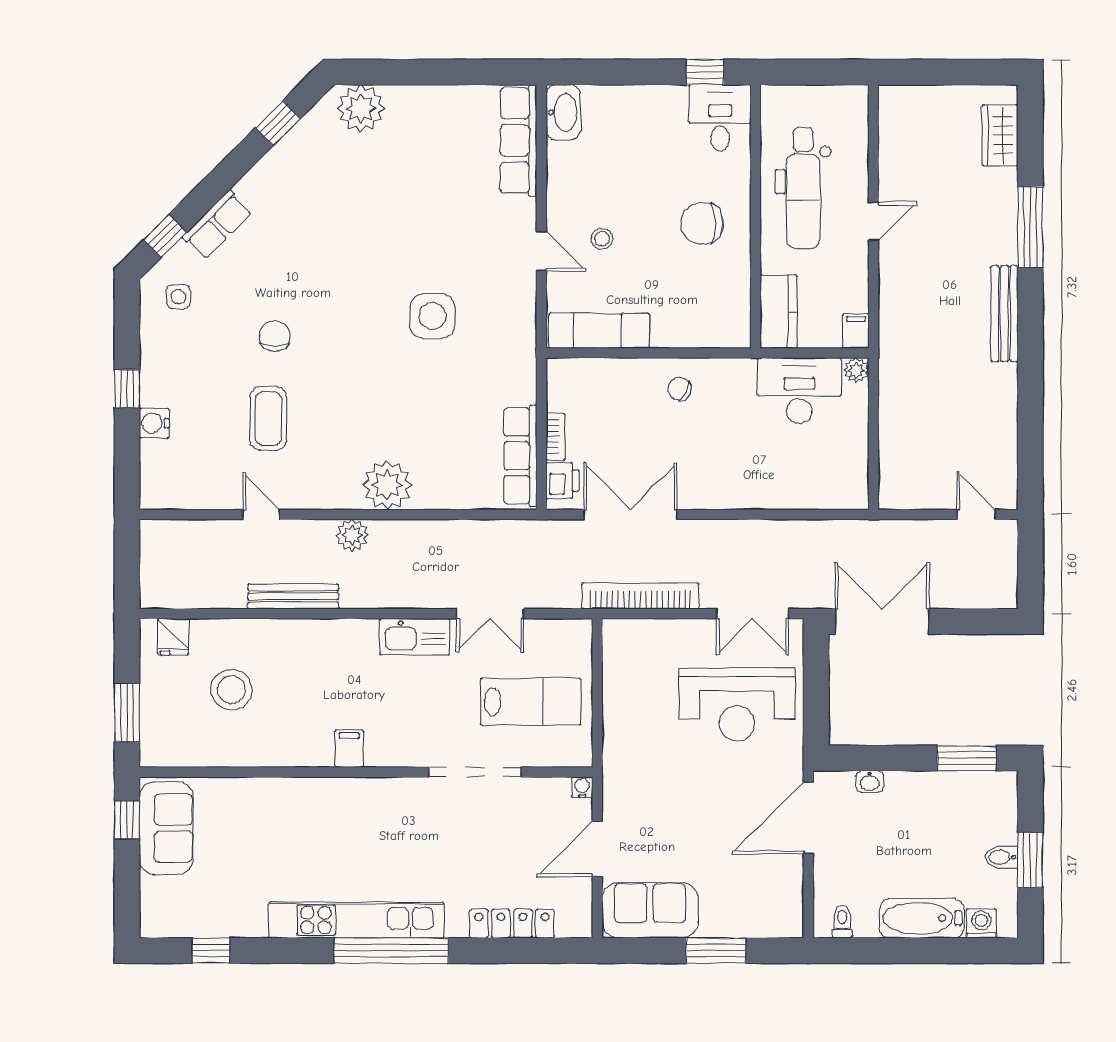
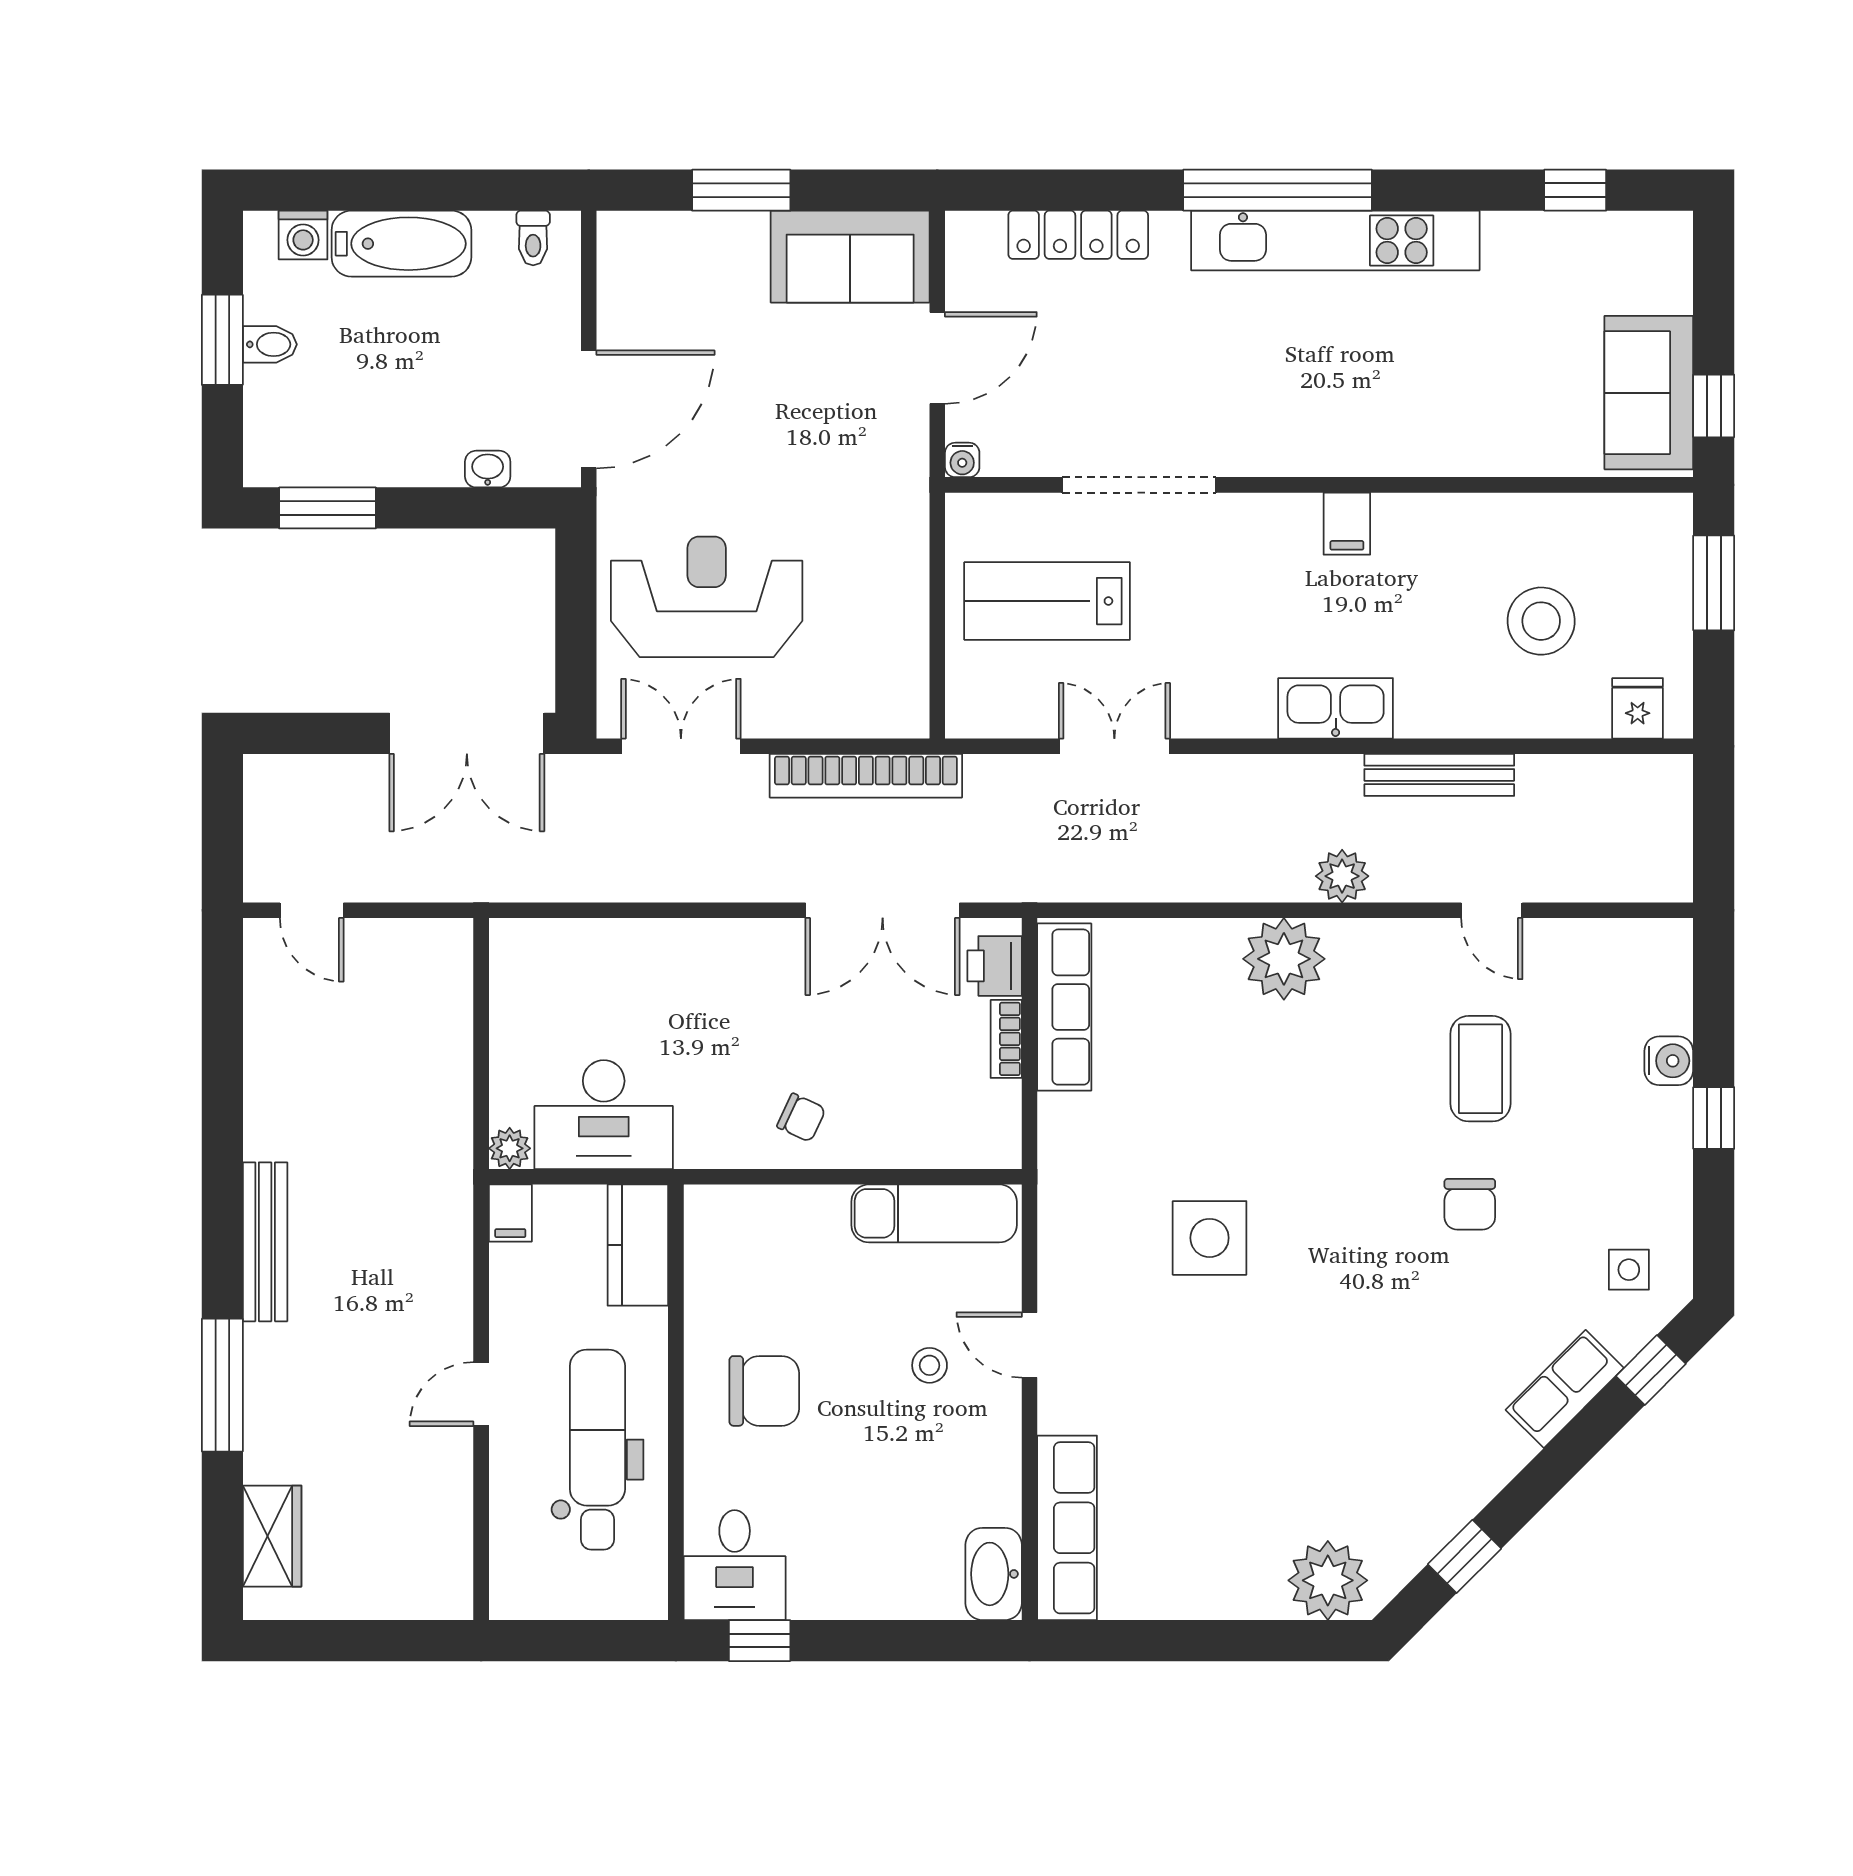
kitchen sink: (415, 637) -> (1336, 708), moved

